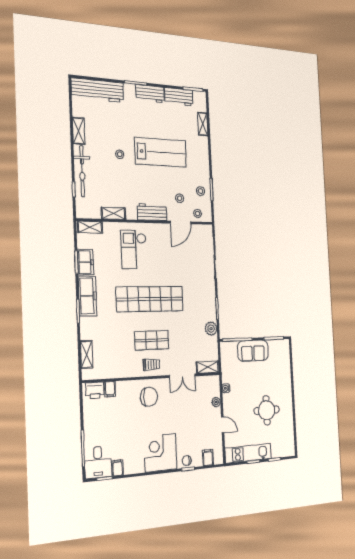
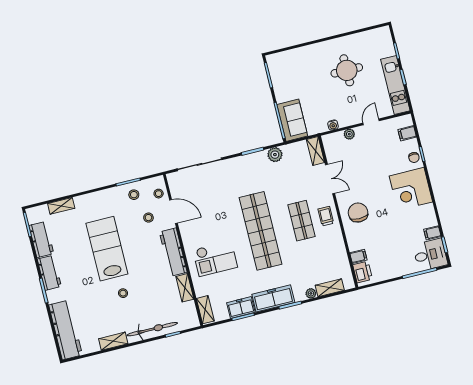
workbench: (152, 212) -> (173, 252), width x1.37
plant: (85, 334) -> (311, 293), added
sofa: (253, 351) -> (292, 120), moved

